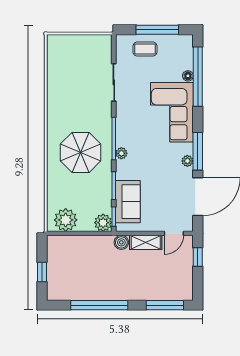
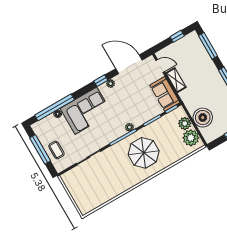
window: (198, 151) -> (101, 81), width x0.46
sofa: (128, 202) -> (165, 94), moved, turned -90
plant: (103, 223) -> (185, 123), moved
boiler: (121, 242) -> (203, 118), moved, width x1.86, depth x1.86
window: (198, 257) -> (177, 36), moved

